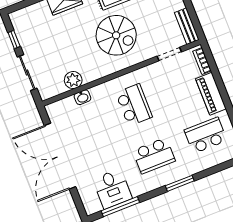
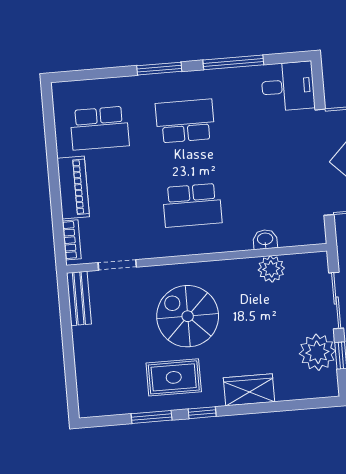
plant: (29, 37) -> (317, 352), added
school desk: (134, 105) -> (192, 205), turned -90
desk: (112, 189) -> (288, 86), moved, turned 90
window: (120, 207) -> (233, 62), moved

